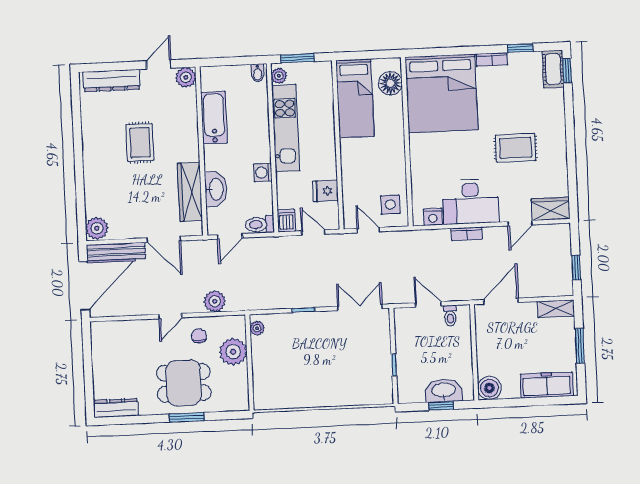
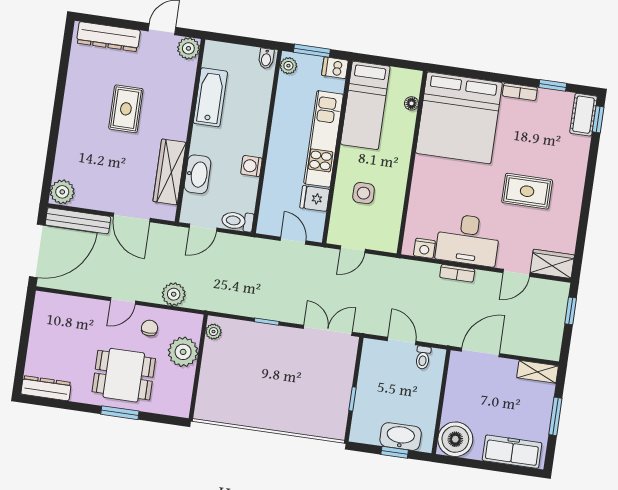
floor lamp: (390, 83) -> (411, 103), width x0.53, depth x0.53
kitchen unit: (286, 128) -> (324, 139), moved, turned 180
side table: (390, 205) -> (364, 193), moved
dishwasher: (286, 221) -> (335, 68), moved, turned -90
door: (368, 230) -> (353, 249), swing flipped
window: (576, 268) -> (571, 311), moved
boiler: (489, 388) -> (455, 439), width x1.37, depth x1.37

